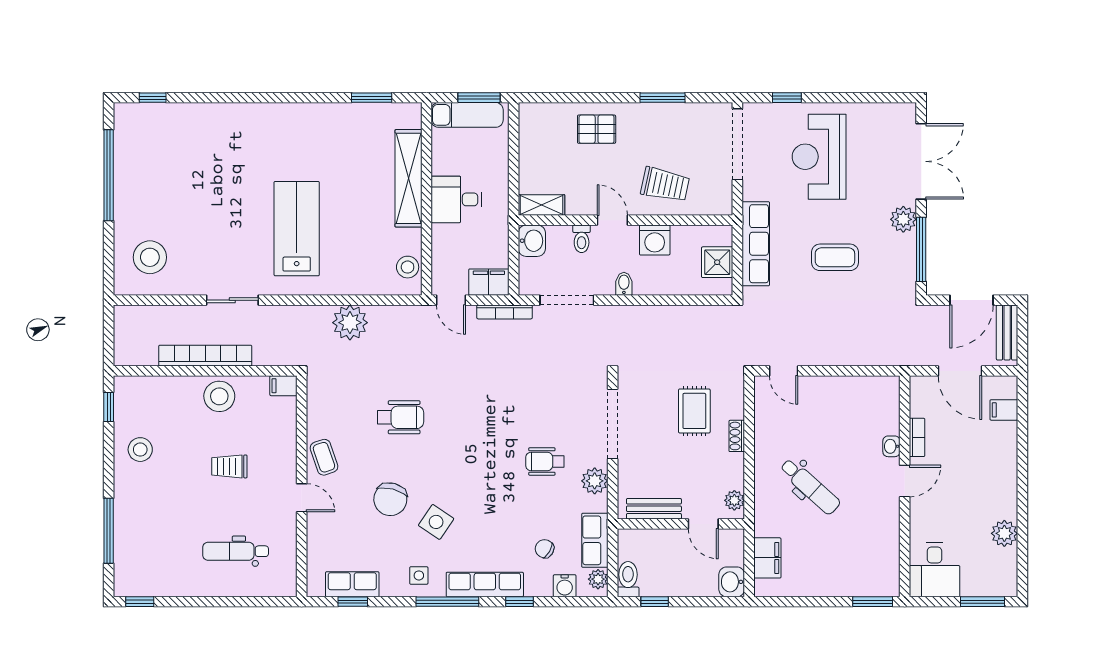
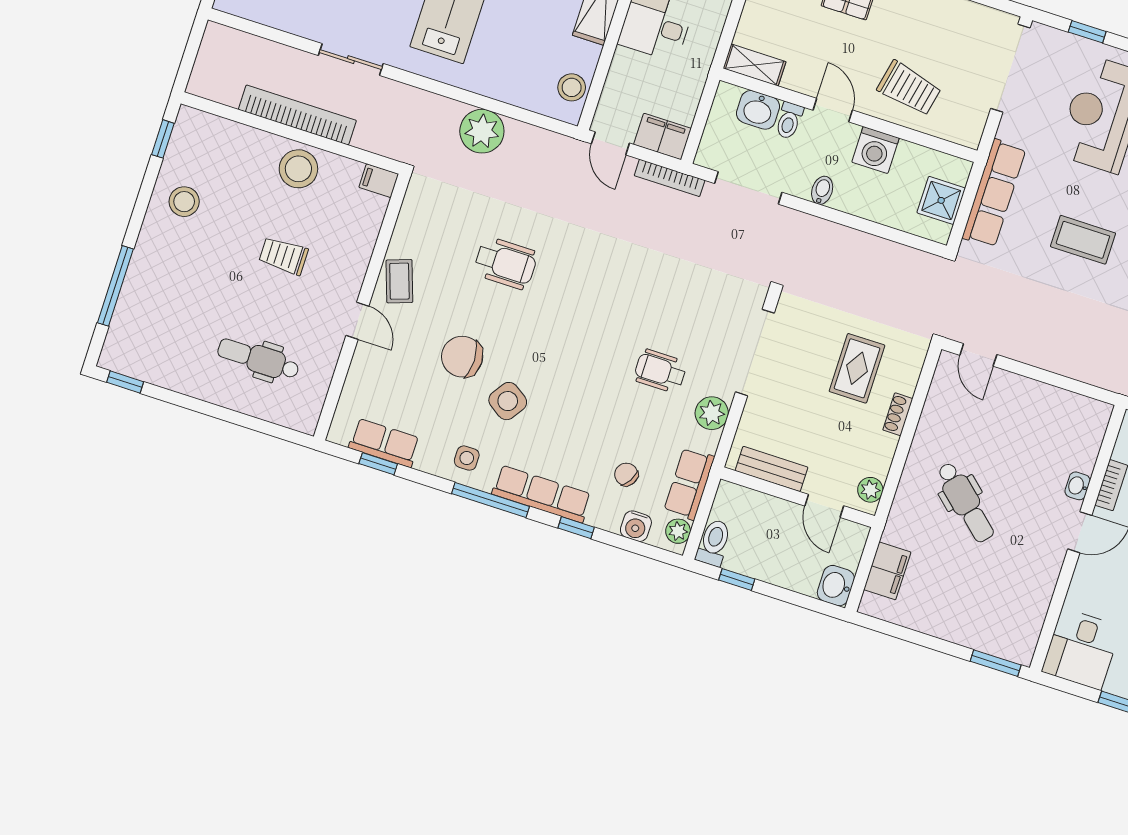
washbasin: (532, 241) -> (758, 110), moved, turned 90
chair: (390, 499) -> (462, 357), turned 75

